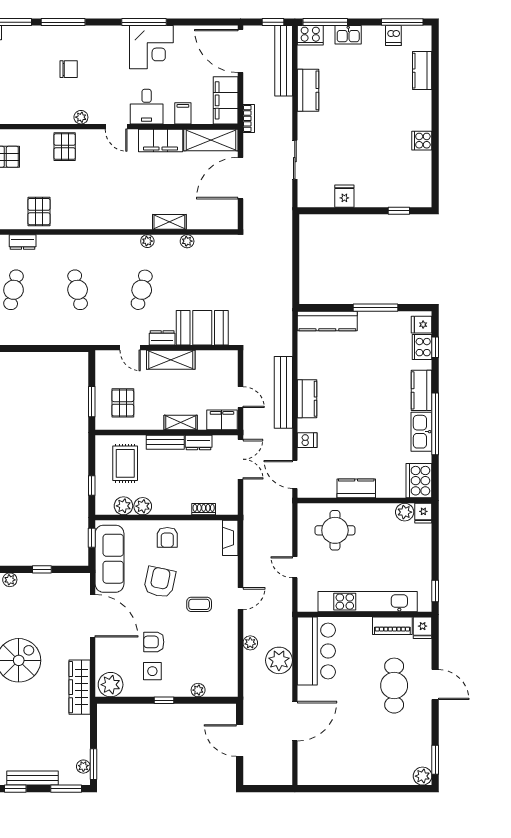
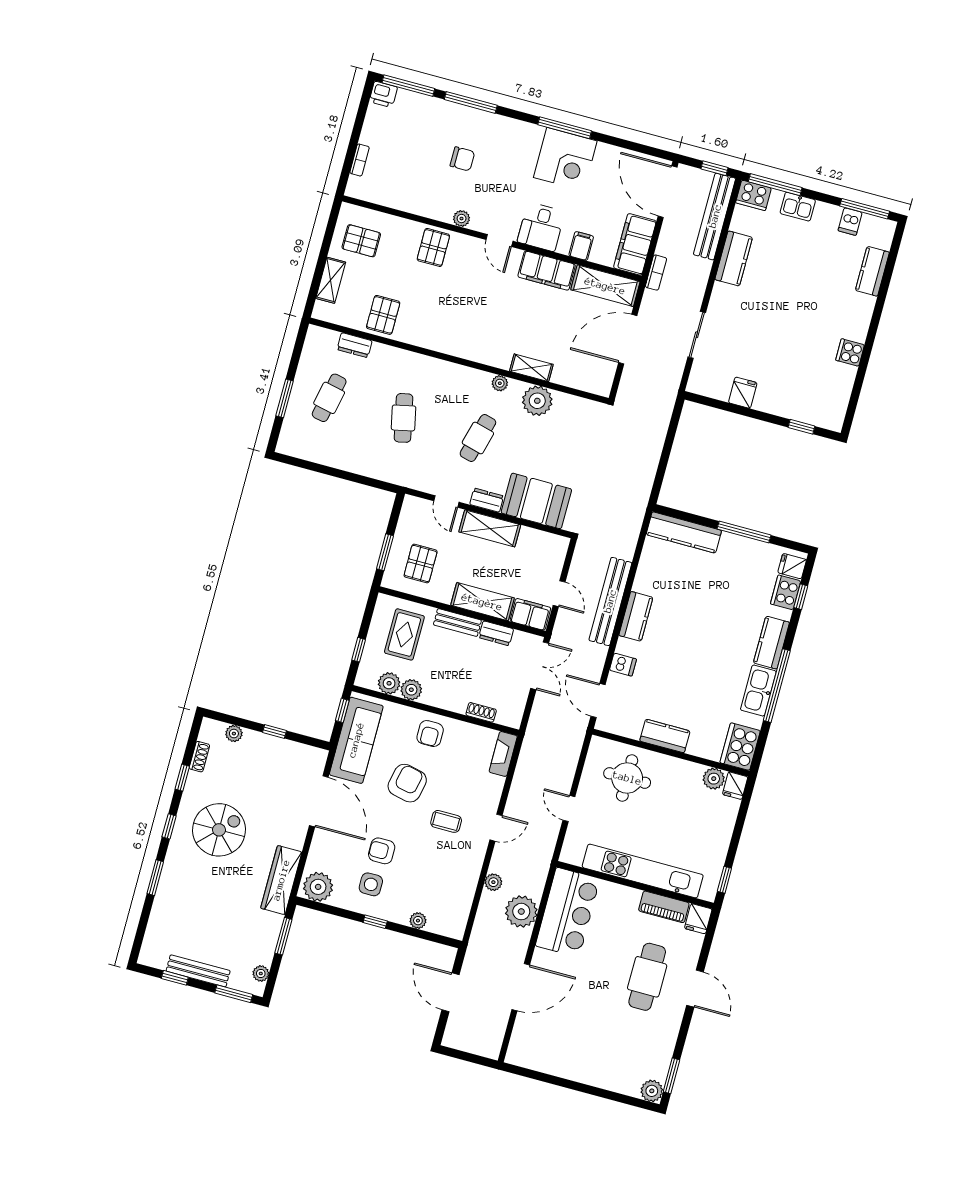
plant: (187, 241) -> (537, 401), width x1.87, depth x1.87
shelving: (181, 423) -> (482, 602), width x1.50, depth x1.33
window: (93, 764) -> (283, 936), moved

